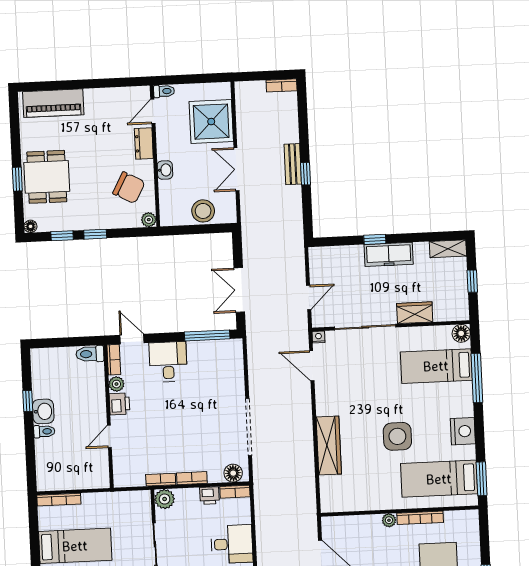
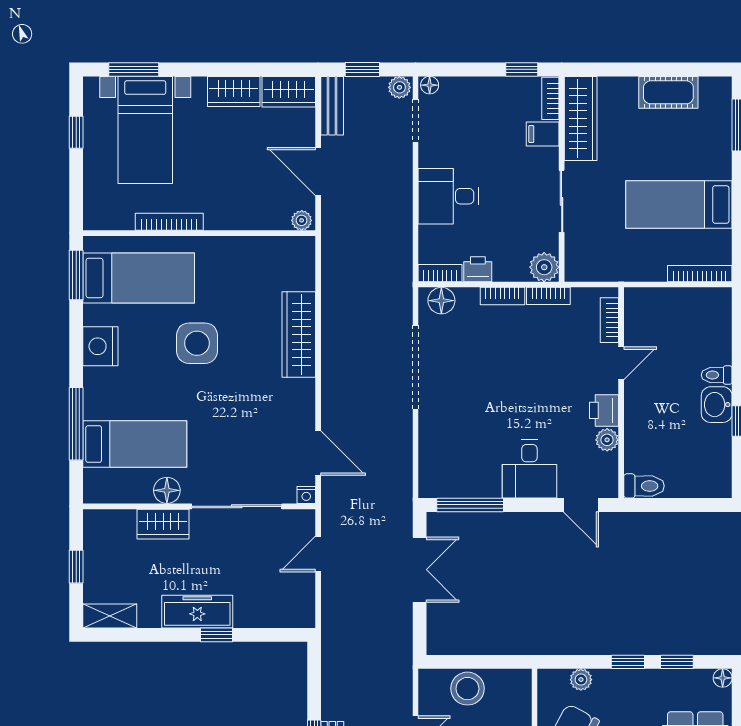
plant: (149, 220) -> (581, 680), moved
floor lamp: (461, 333) -> (167, 490), moved
bookcase: (114, 360) -> (609, 320), moved
plant: (389, 520) -> (302, 220), moved

